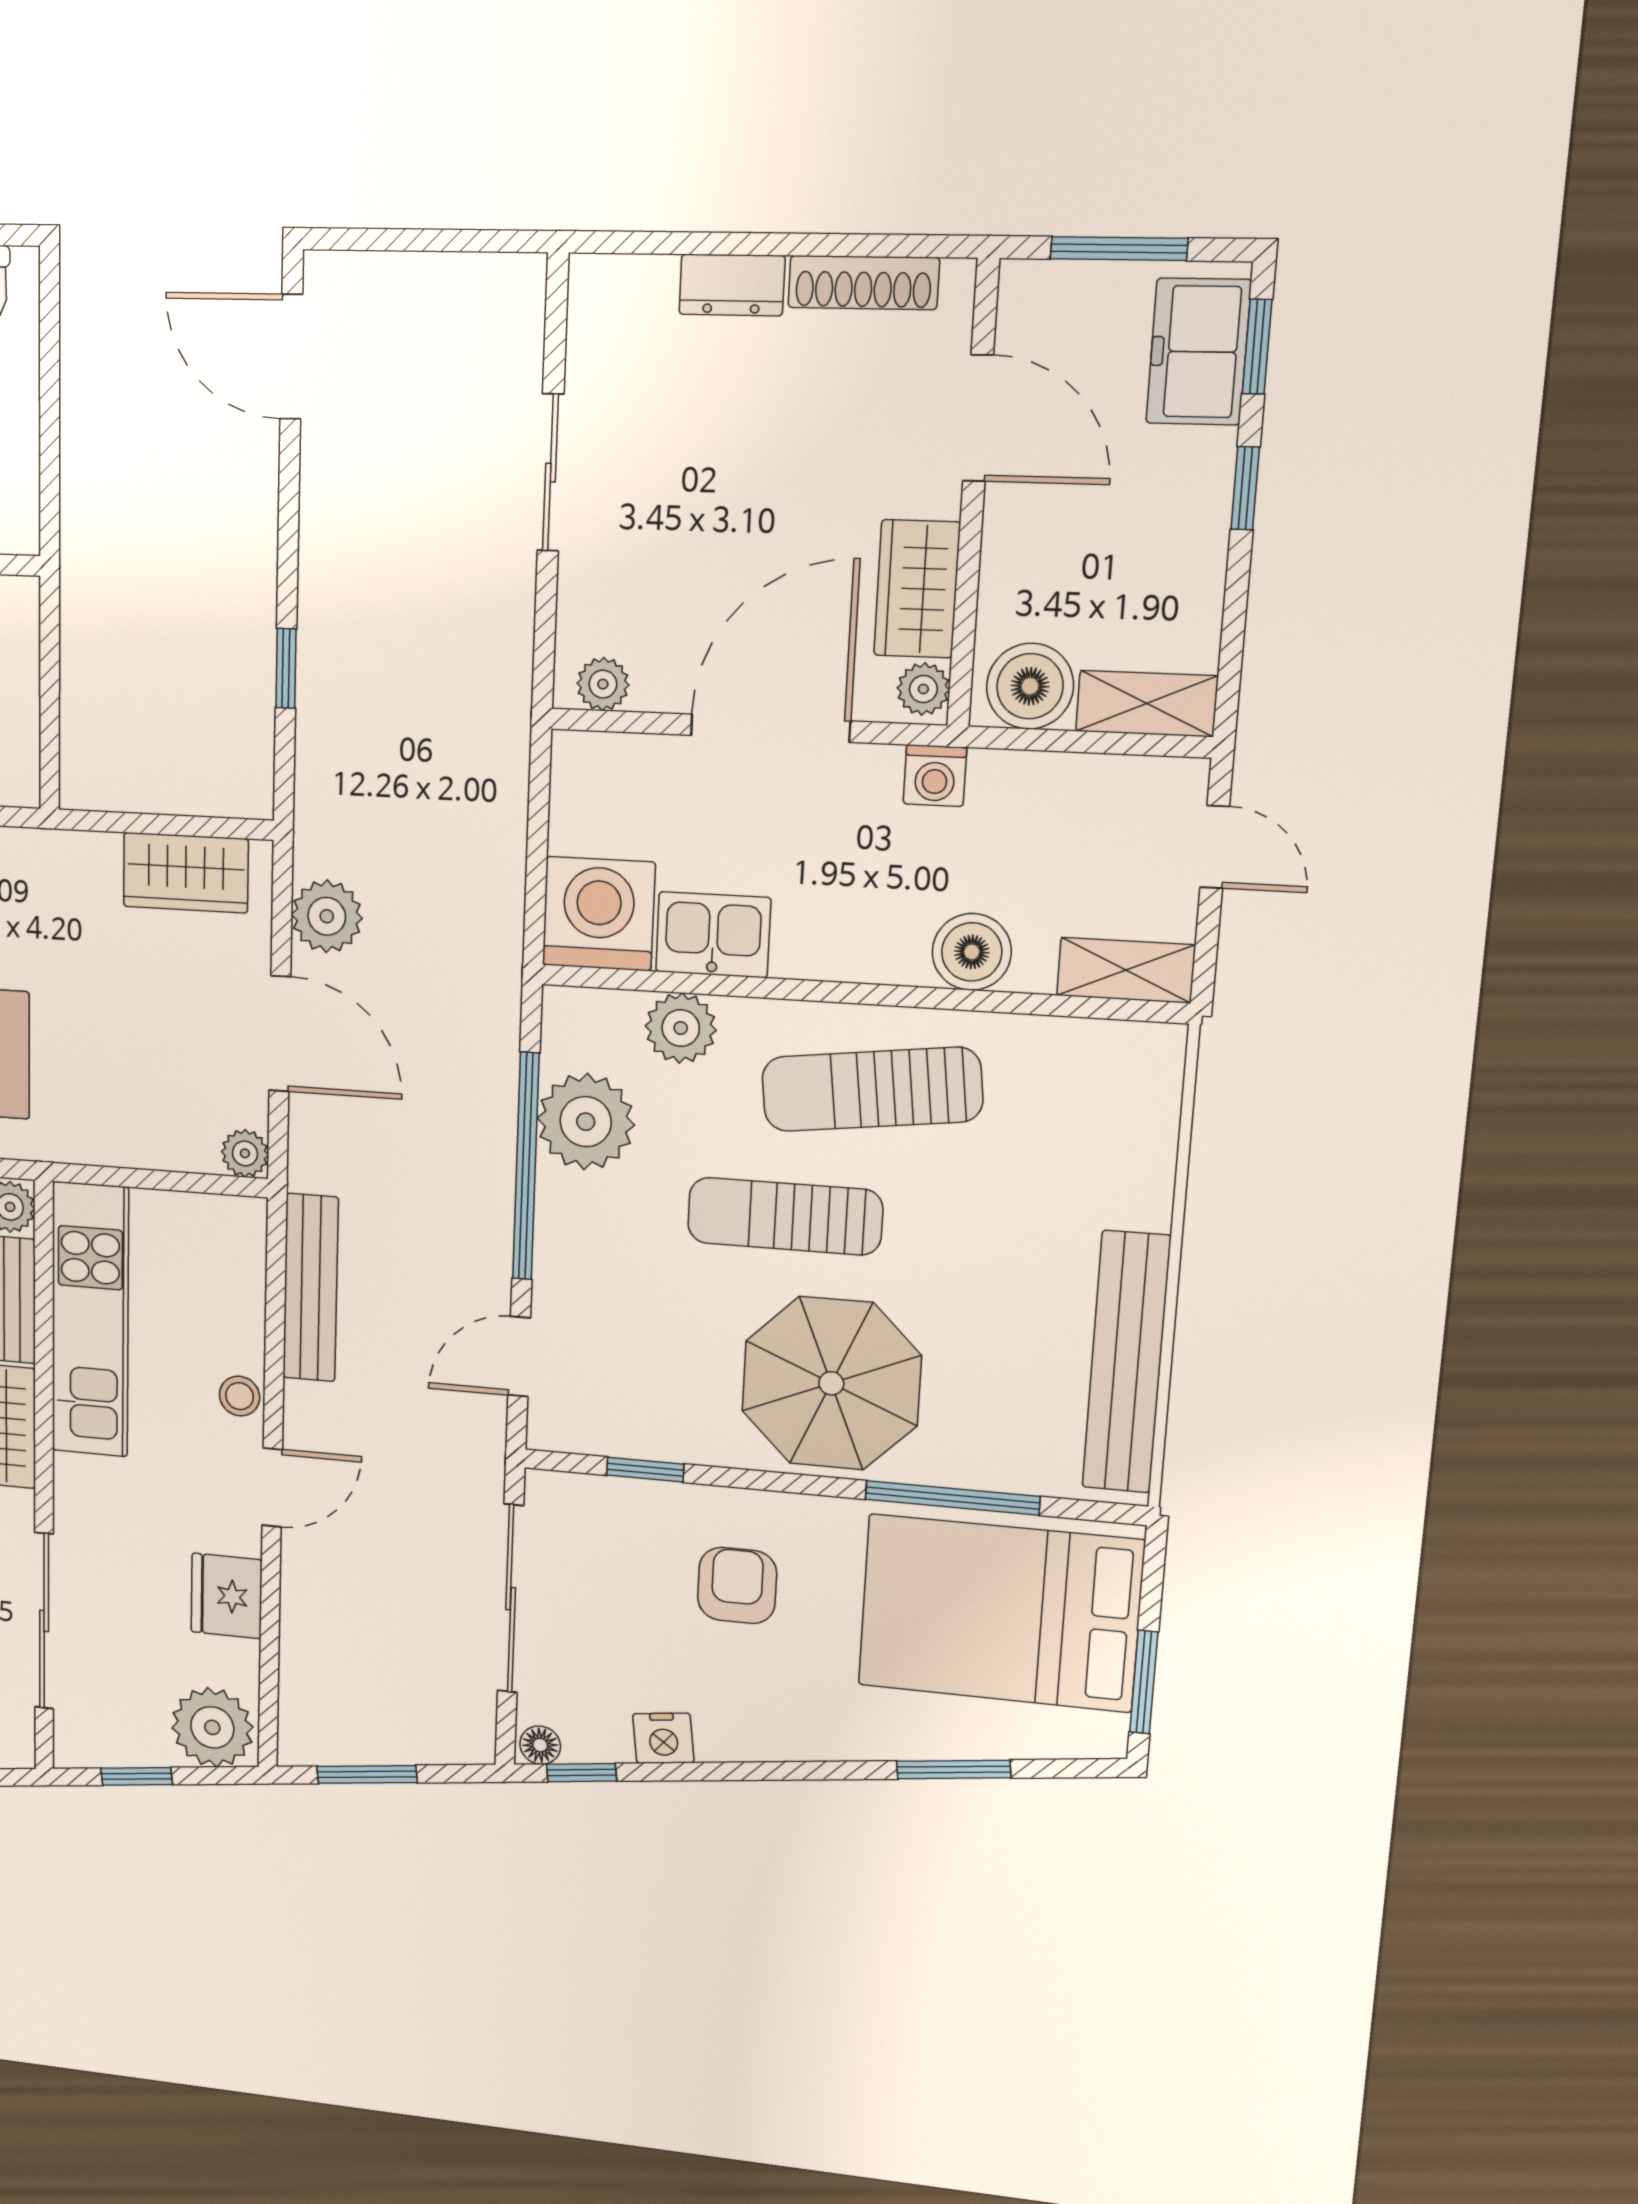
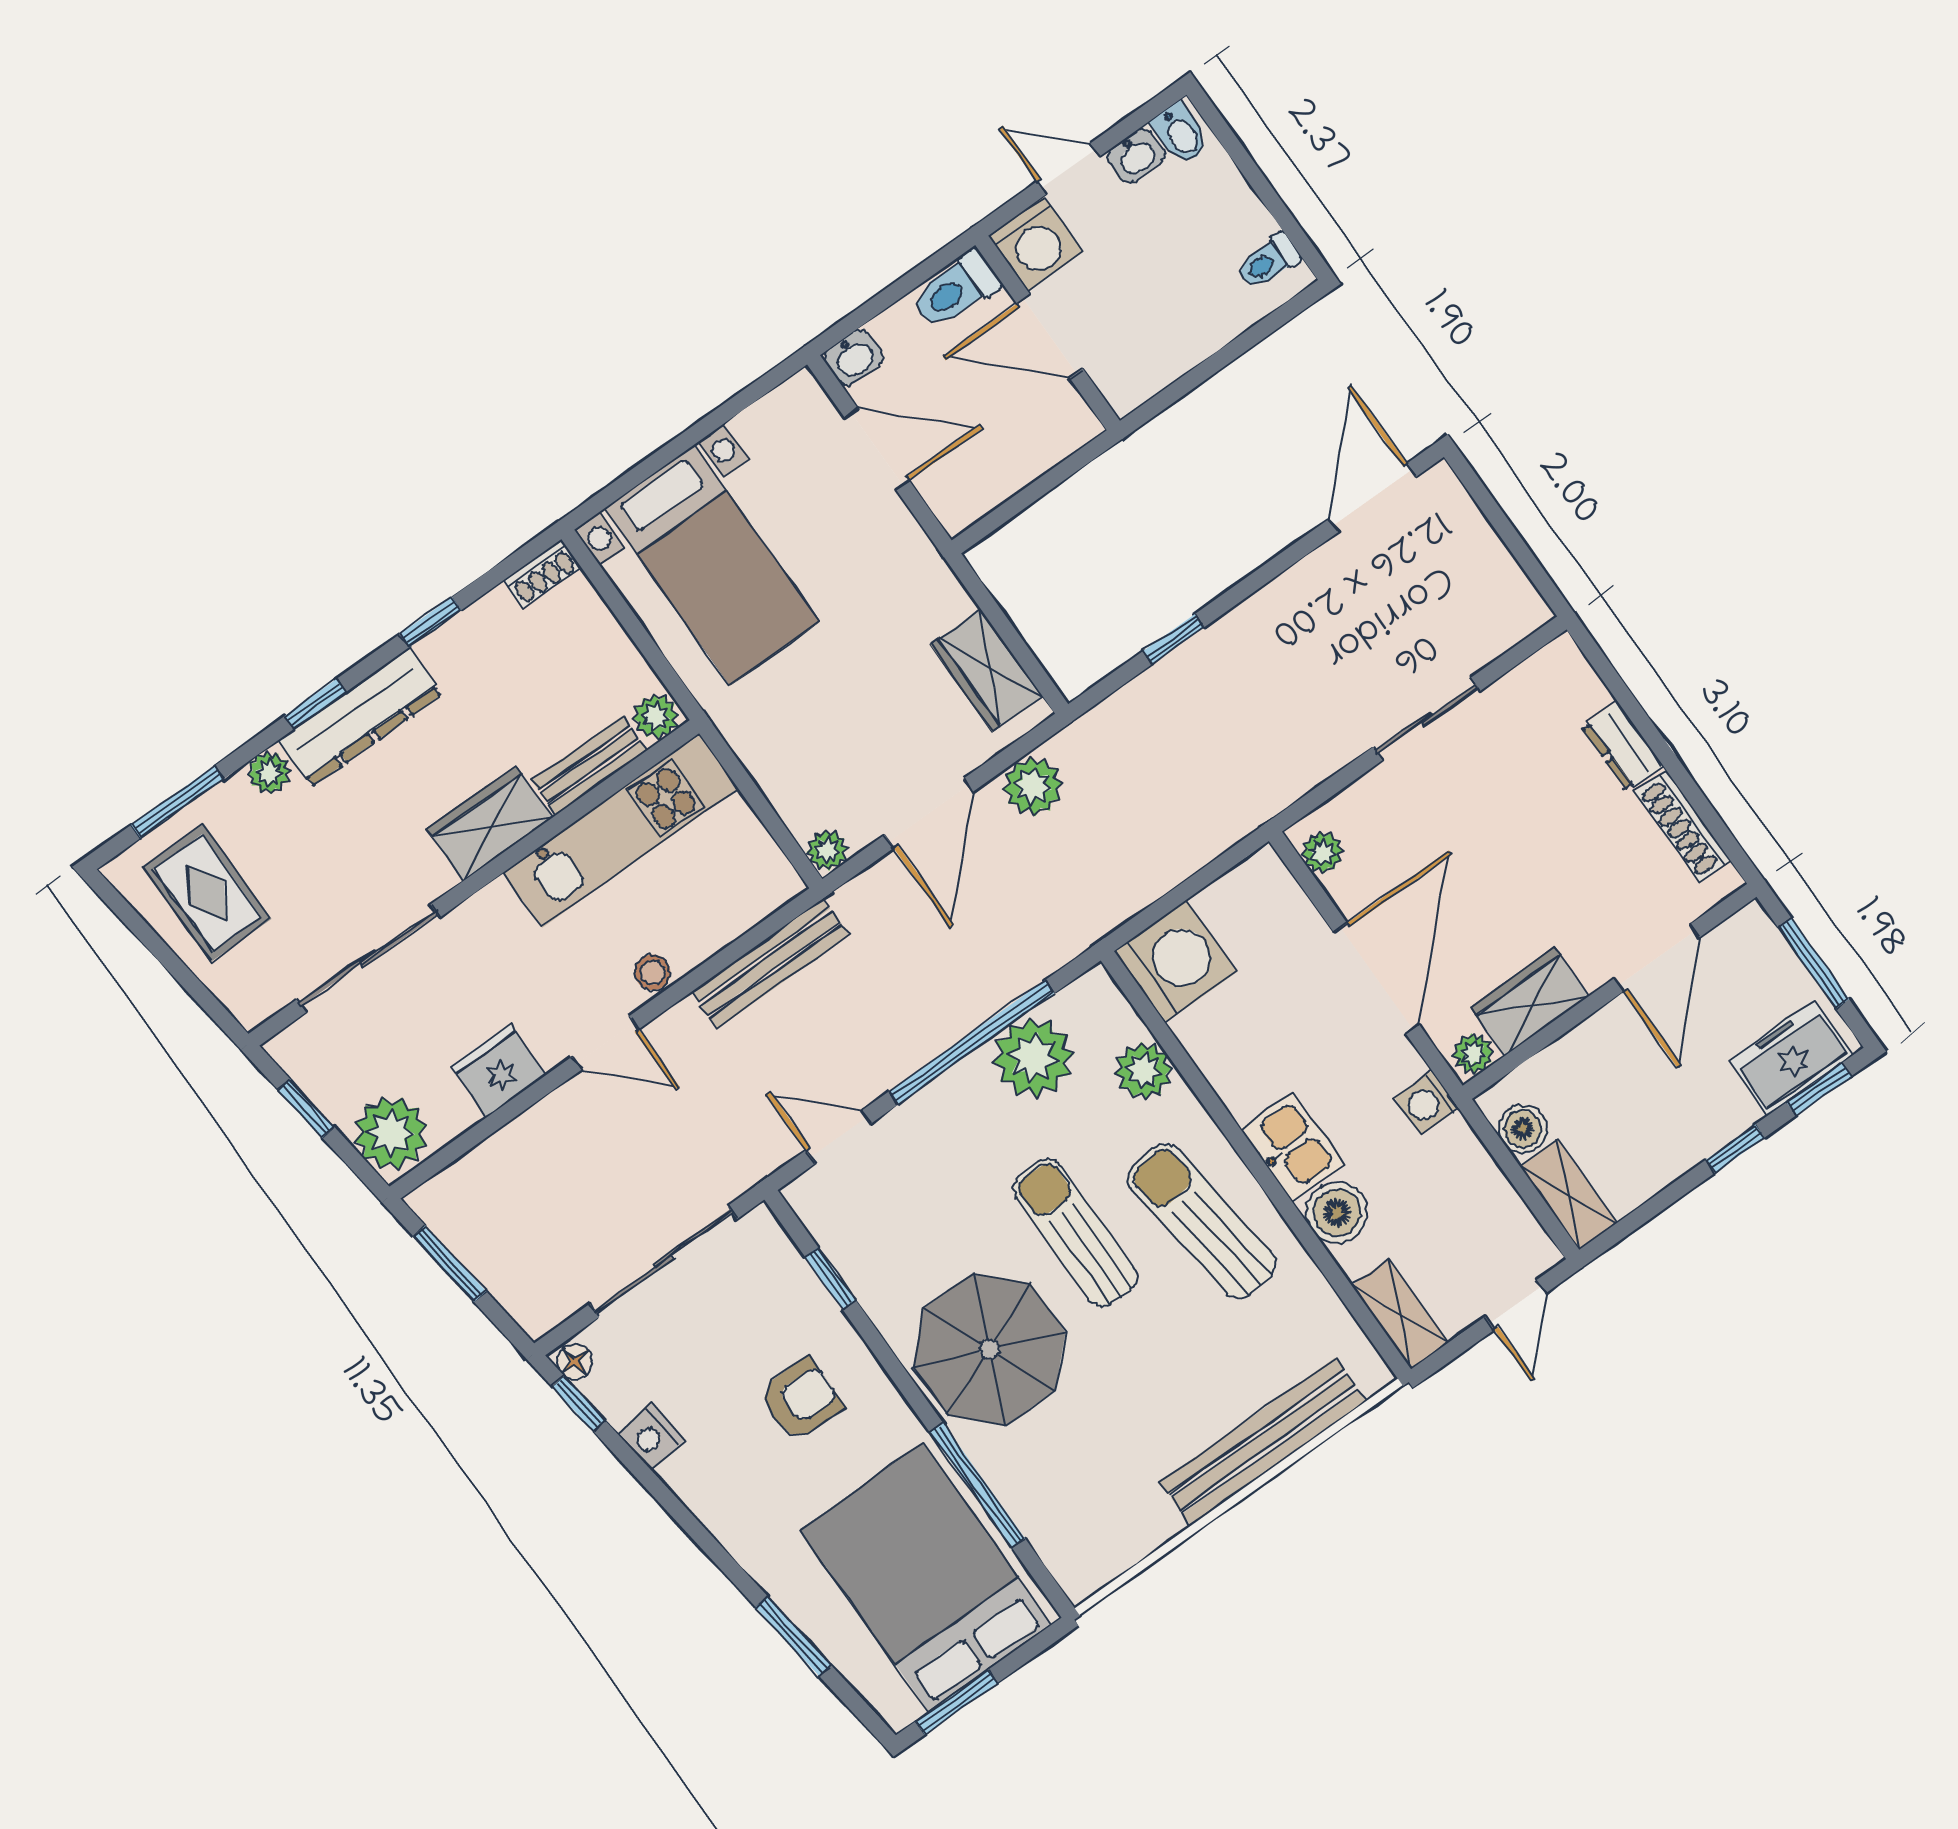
boiler: (1030, 686) -> (1523, 1129), width x0.73, depth x0.73
door: (770, 728) -> (1377, 979), hinge flipped
kitchen sink: (713, 935) -> (1292, 1146), moved
bench: (1126, 1362) -> (1263, 1442), moved

